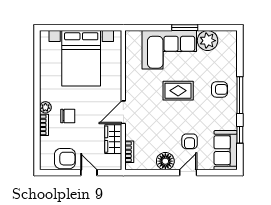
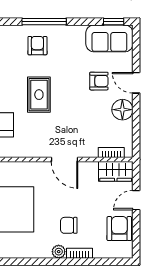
chair: (68, 116) -> (69, 225), turned -90
window: (240, 135) -> (114, 22), moved
wardrobe: (113, 139) -> (116, 171), moved

